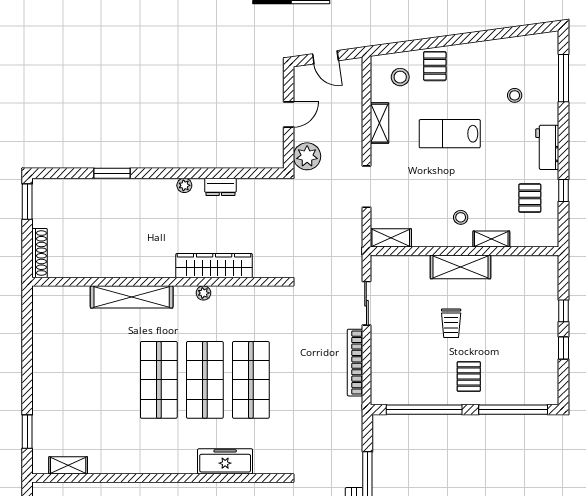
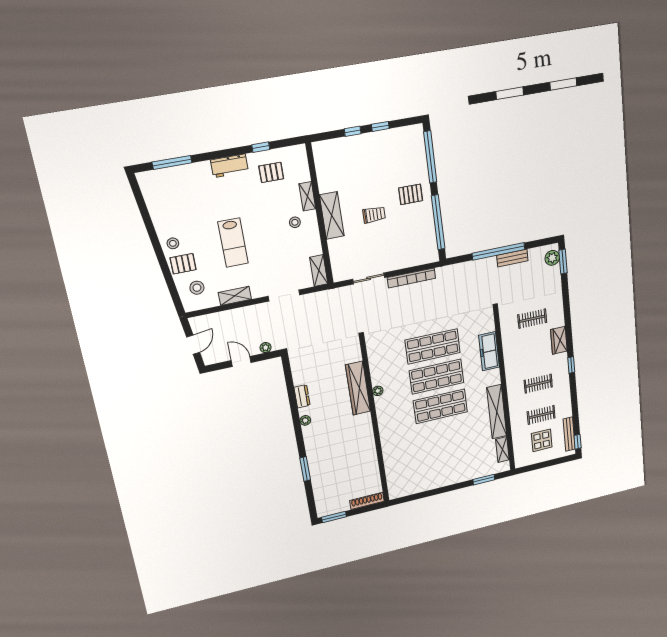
stool: (515, 95) -> (173, 243), moved
plant: (307, 156) -> (266, 348), width x0.53, depth x0.53
shelving: (132, 297) -> (497, 412), moved

